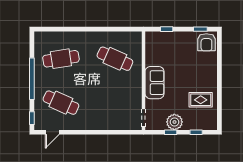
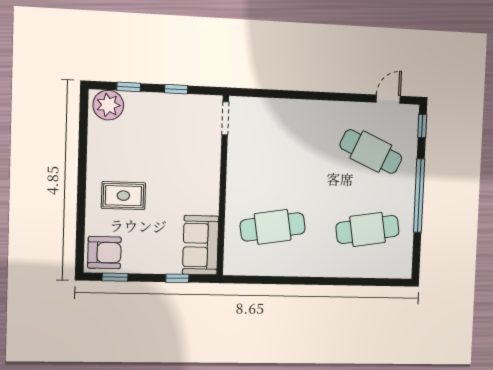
armchair: (206, 42) -> (104, 253), turned 90
cafe table: (115, 59) -> (273, 227), turned -33
sofa: (155, 83) -> (201, 245), moved
rug: (201, 100) -> (123, 196), moved
plant: (174, 122) -> (108, 105), moved

